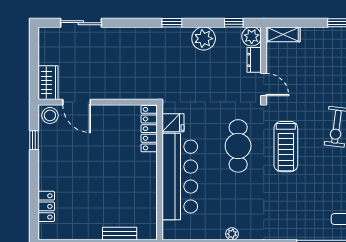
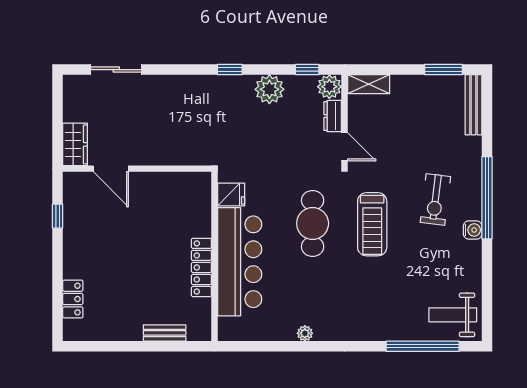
stool: (50, 115) -> (78, 185), removed
locker: (149, 129) -> (201, 267), moved

